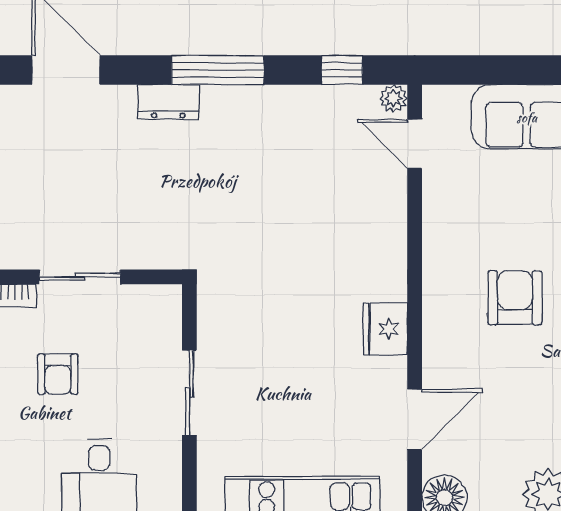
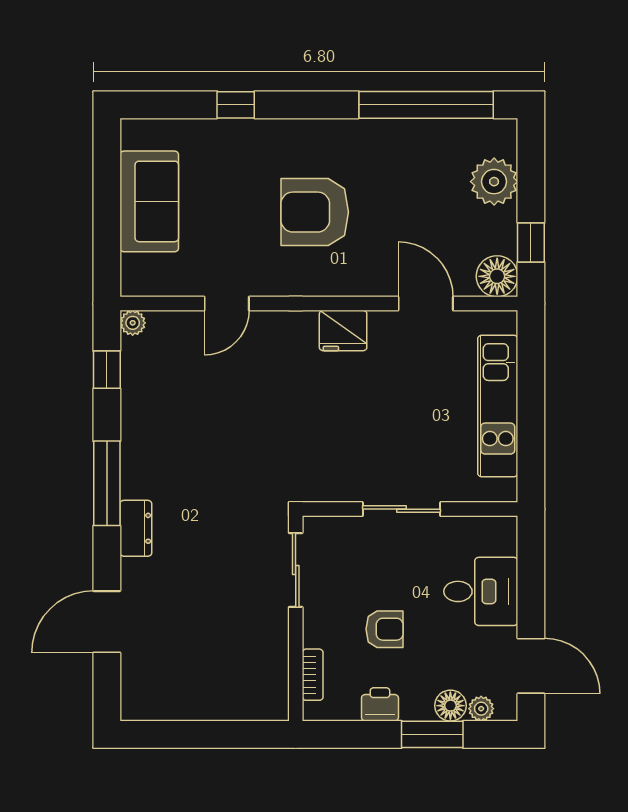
door: (415, 144) -> (227, 304), moved
sliding door: (80, 277) -> (296, 570), moved
armchair: (515, 298) -> (315, 212), width x1.36, depth x1.36

